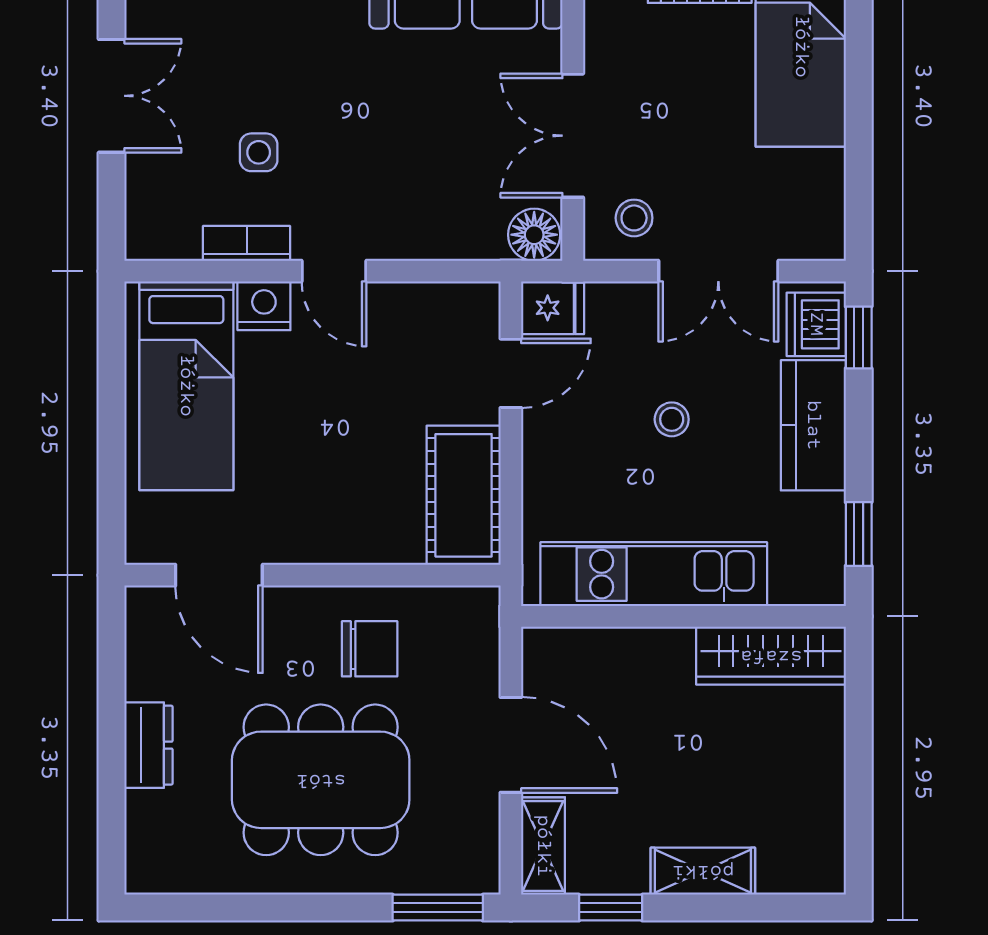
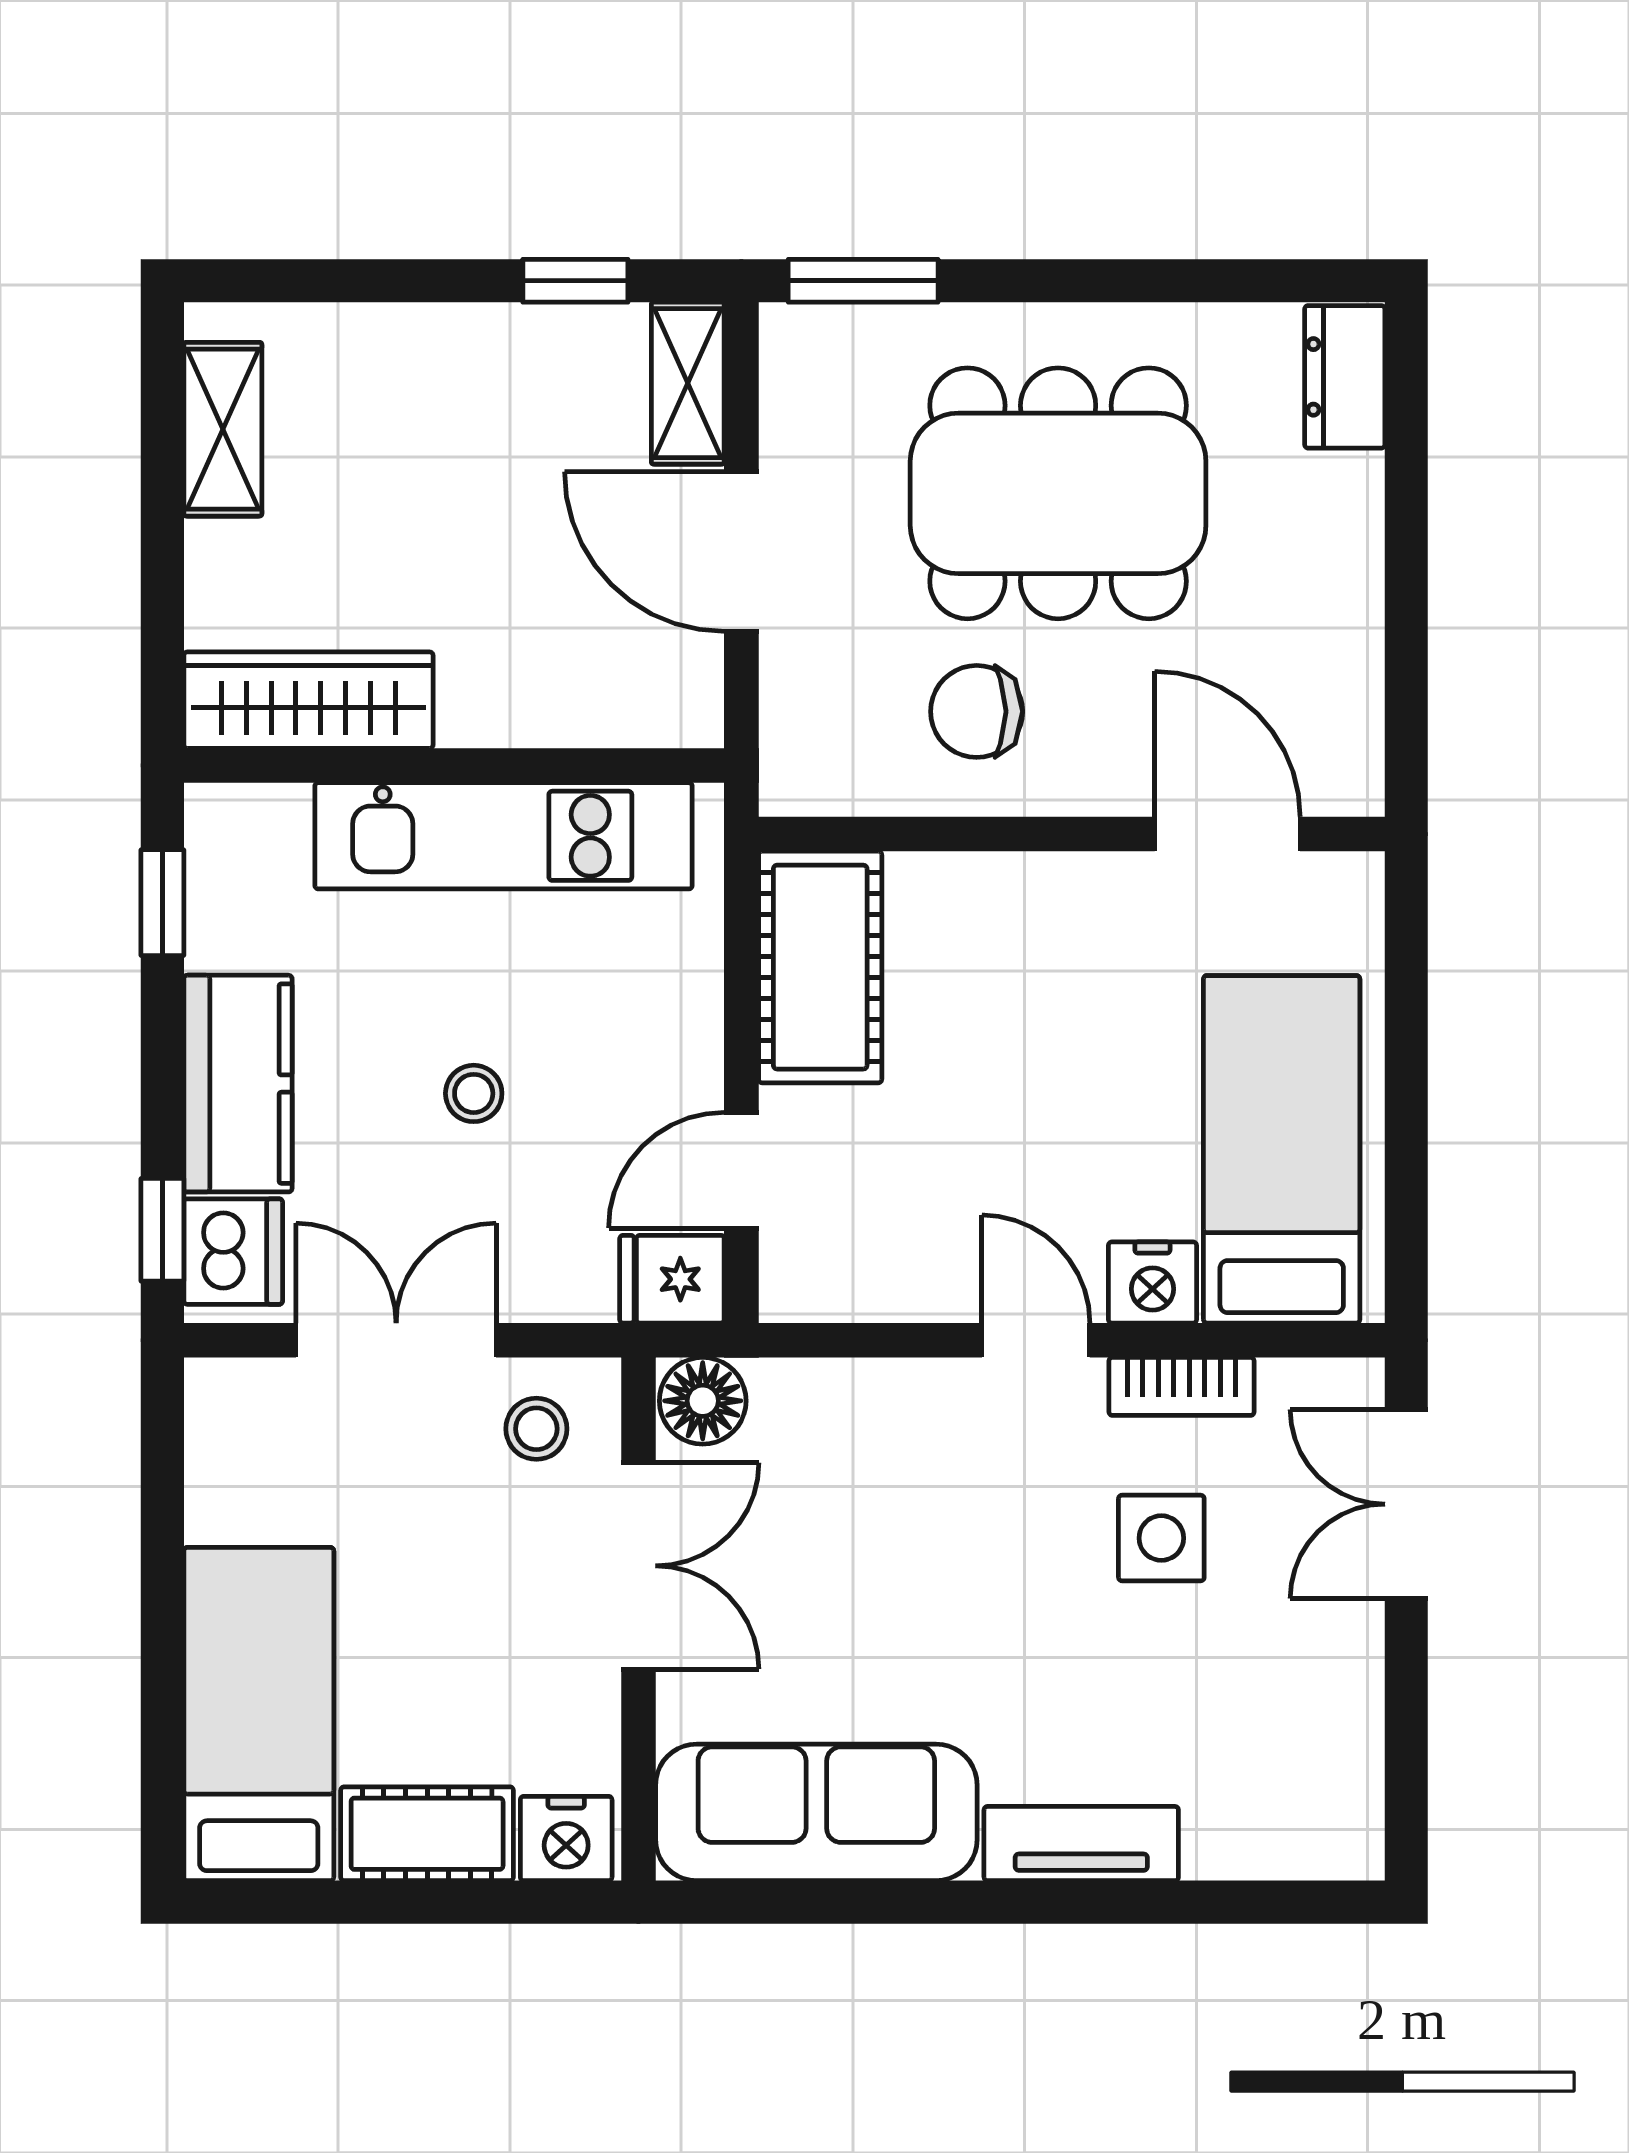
double door: (112, 96) -> (1406, 1504), moved
side table: (259, 152) -> (1161, 1538), width x1.37, depth x1.37
dresser: (148, 745) -> (1345, 377), moved
shelving: (703, 871) -> (223, 429), moved, turned 90

